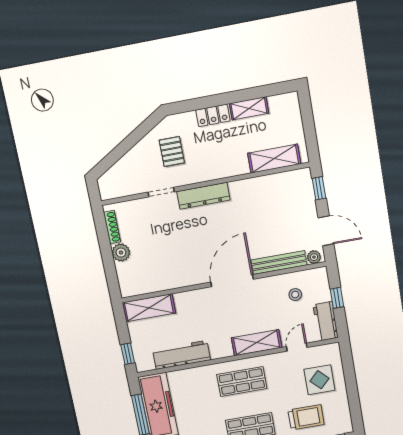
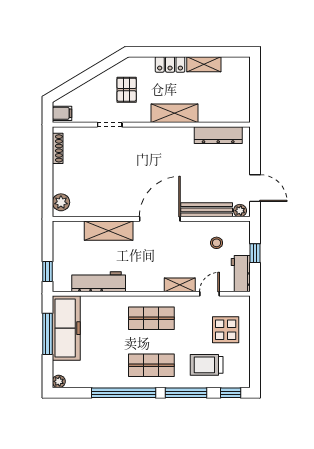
shelving: (274, 159) -> (174, 113), moved
window: (319, 188) -> (255, 148), removed
filing cabinet: (109, 189) -> (62, 113), added
dresser: (203, 196) -> (218, 135), moved
plant: (121, 253) -> (61, 202), moved
shelving: (149, 308) -> (109, 231), moved
shelving: (257, 343) -> (180, 285), width x0.67, depth x0.75
trolley: (306, 417) -> (207, 365), turned 180

